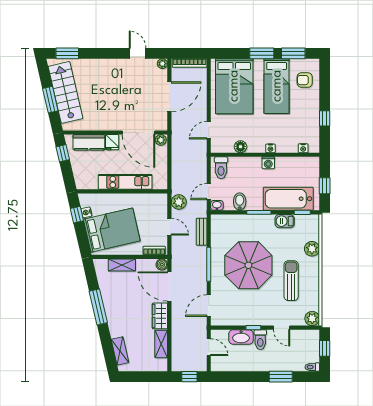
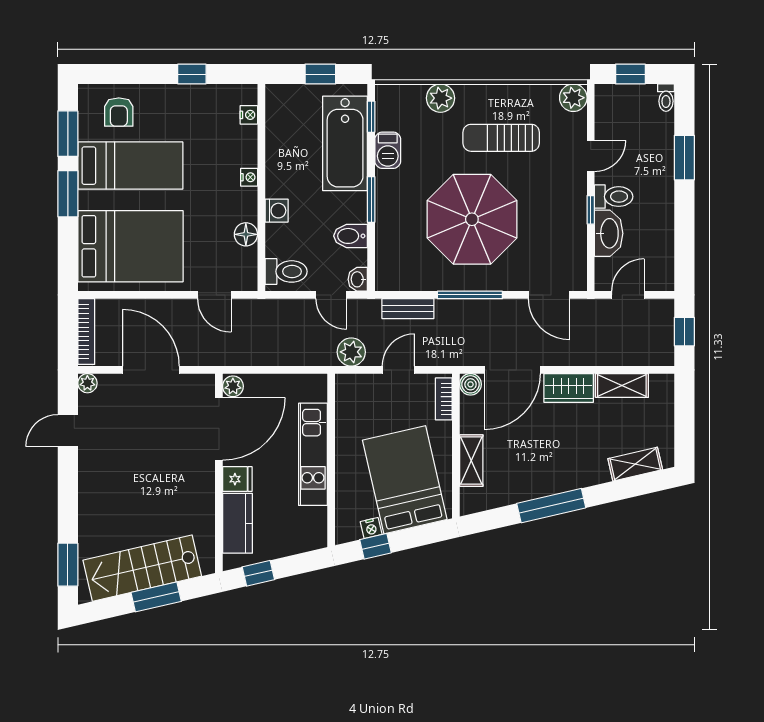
washing machine: (268, 163) -> (277, 211), moved

